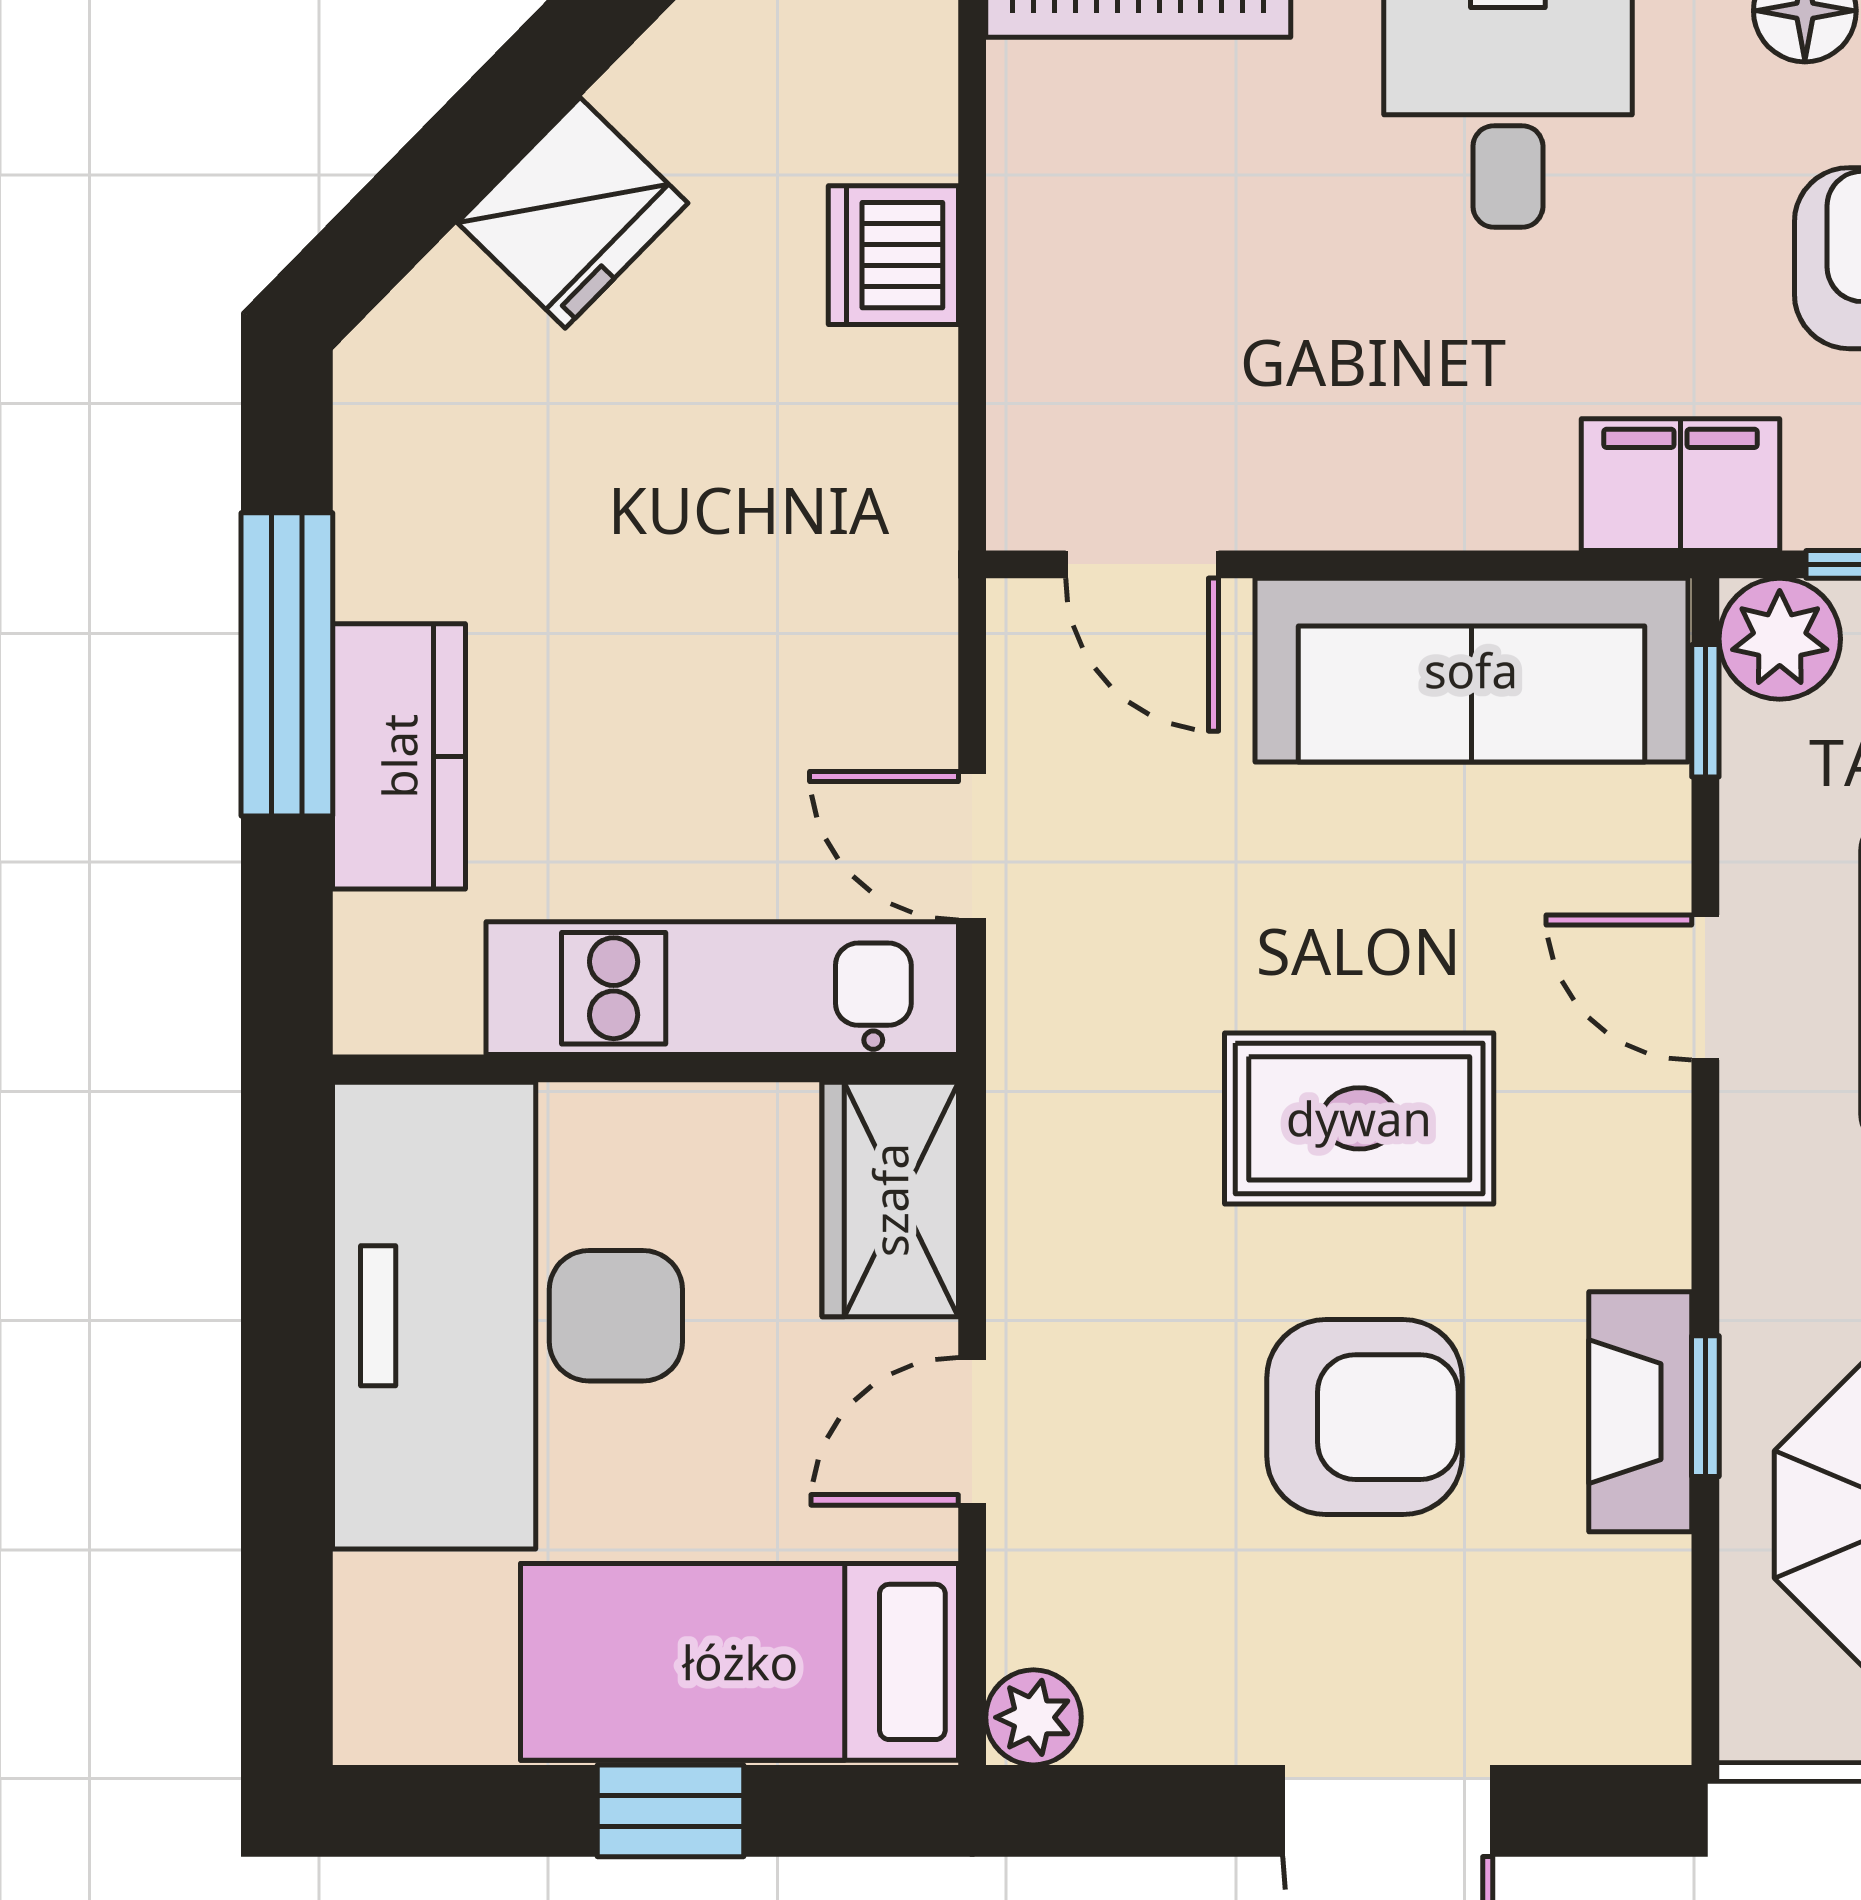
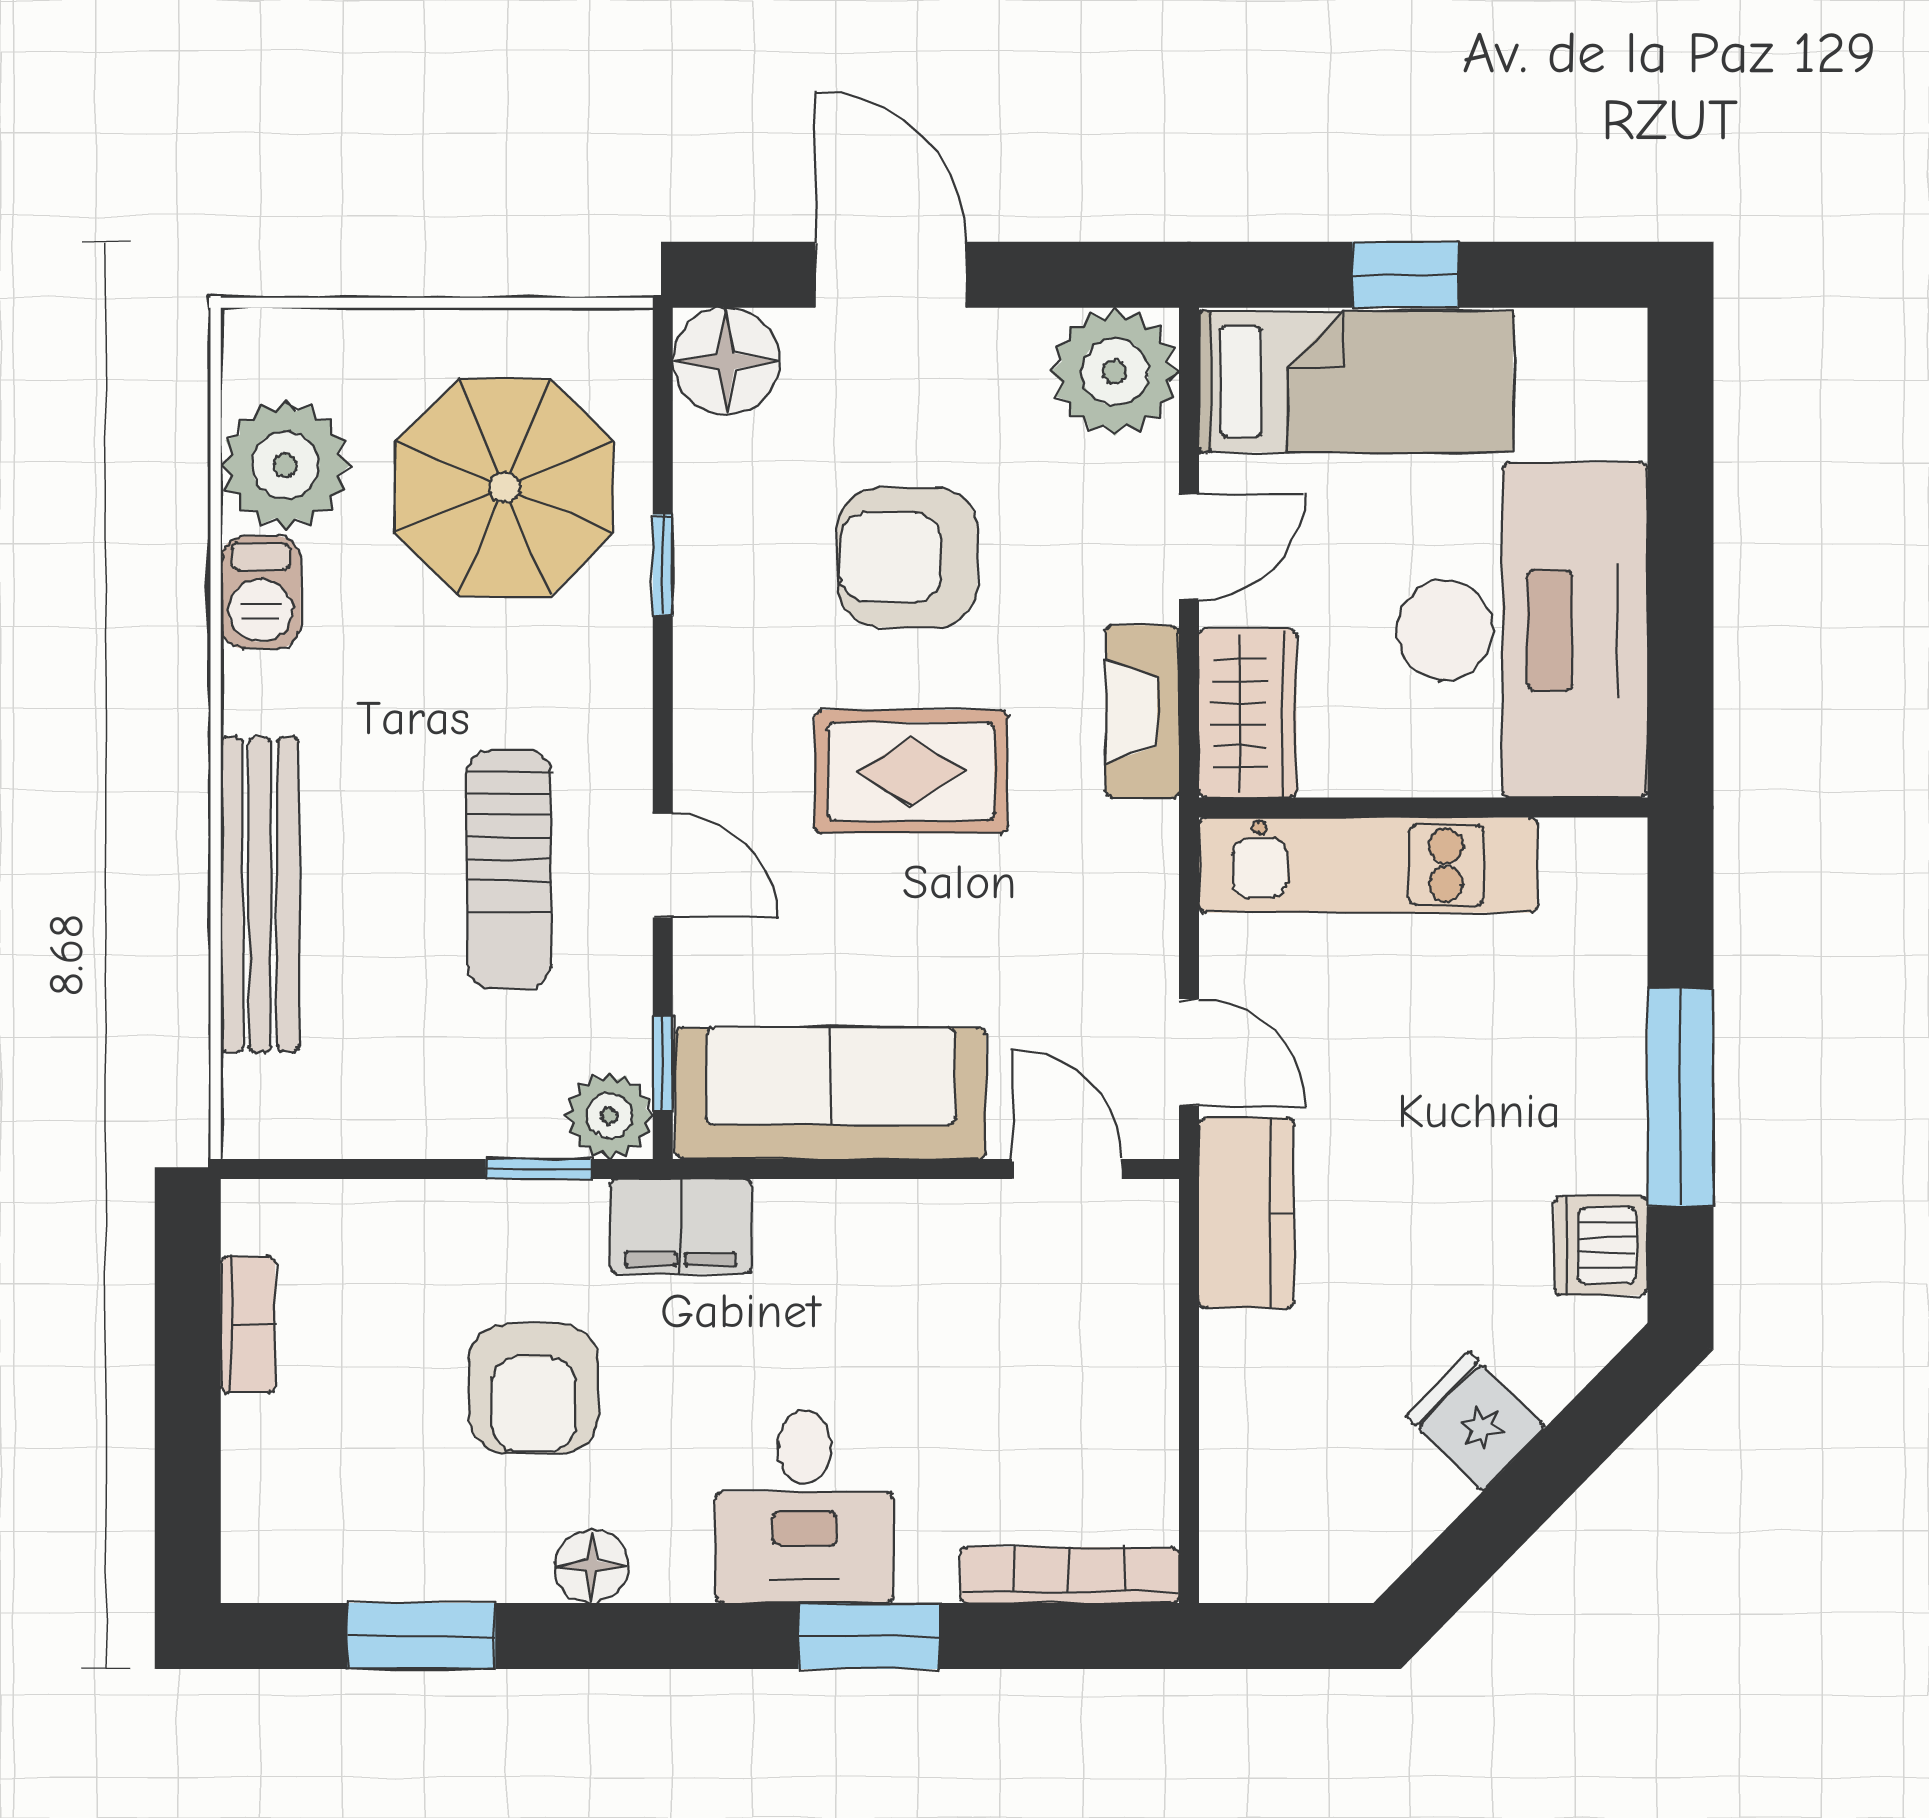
fridge: (573, 213) -> (1475, 1421), width x0.72
dishwasher: (893, 255) -> (1601, 1246), moved, turned 180
kitchen counter: (399, 756) -> (1246, 1213), moved, turned 180
door: (972, 846) -> (1189, 1052), moved
fireplace: (1640, 1412) -> (1142, 712), moved, turned 180
floor lamp: (1617, 1691) -> (726, 361), added
plant: (1033, 1717) -> (1115, 372), width x1.88, depth x1.88

